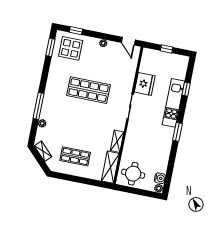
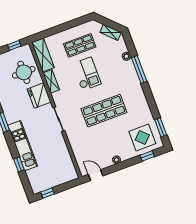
window: (167, 49) -> (47, 193), moved
fridge: (145, 84) -> (39, 95), moved
checkout: (84, 129) -> (87, 74), added
round table: (133, 174) -> (24, 72), moved
window: (129, 190) -> (14, 45), added

